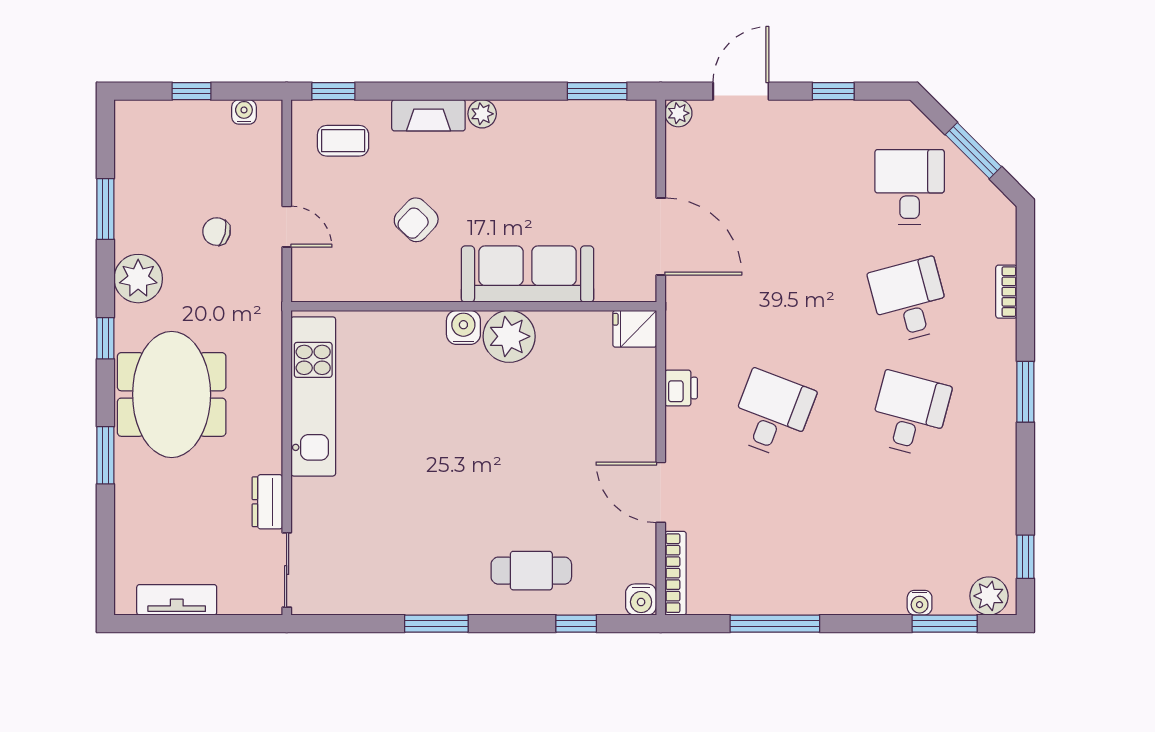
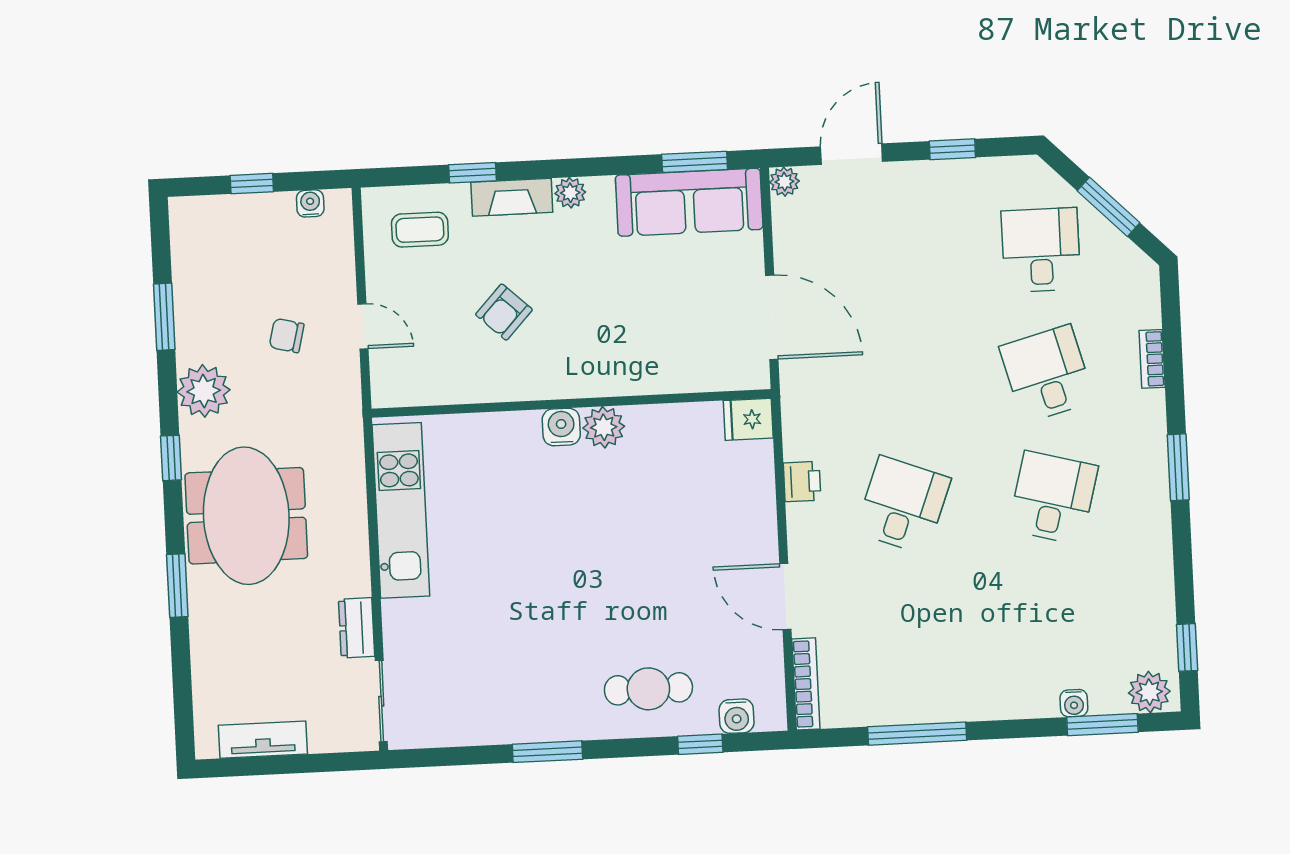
window: (333, 91) -> (472, 173), moved
sofa: (528, 274) -> (689, 202), moved, turned 180
plant: (509, 336) -> (604, 427), width x0.73, depth x0.73
water cooler: (641, 600) -> (737, 716), moved

